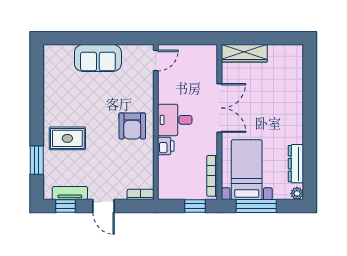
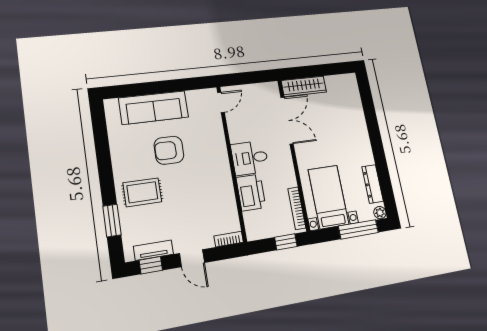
sofa: (98, 58) -> (154, 108), width x1.36
double door: (219, 108) -> (287, 121), moved
armchair: (132, 126) -> (169, 150), moved, turned 90
printer: (166, 146) -> (251, 192), width x1.87, depth x1.48
window: (256, 206) -> (358, 229), moved

